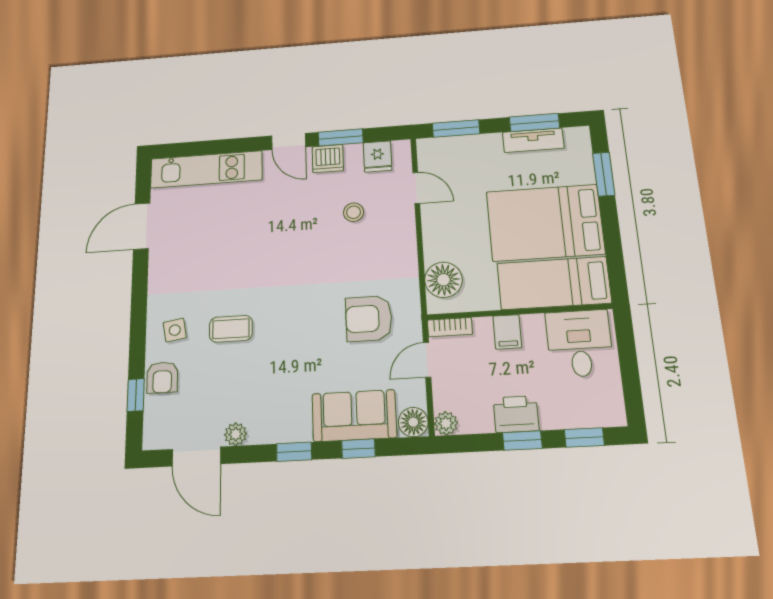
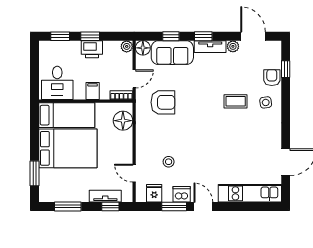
window: (456, 129) -> (110, 207), width x0.67
tv unit: (533, 140) -> (105, 196), moved
tv unit: (280, 432) -> (210, 47), added

